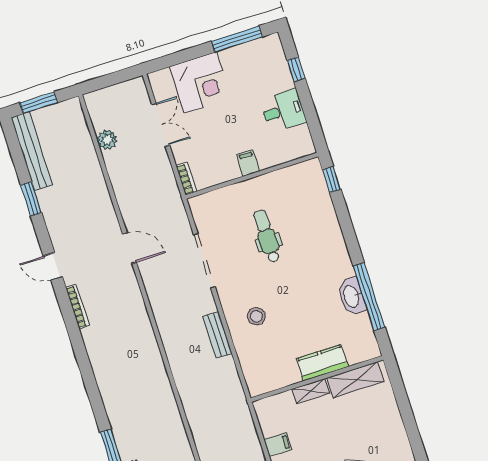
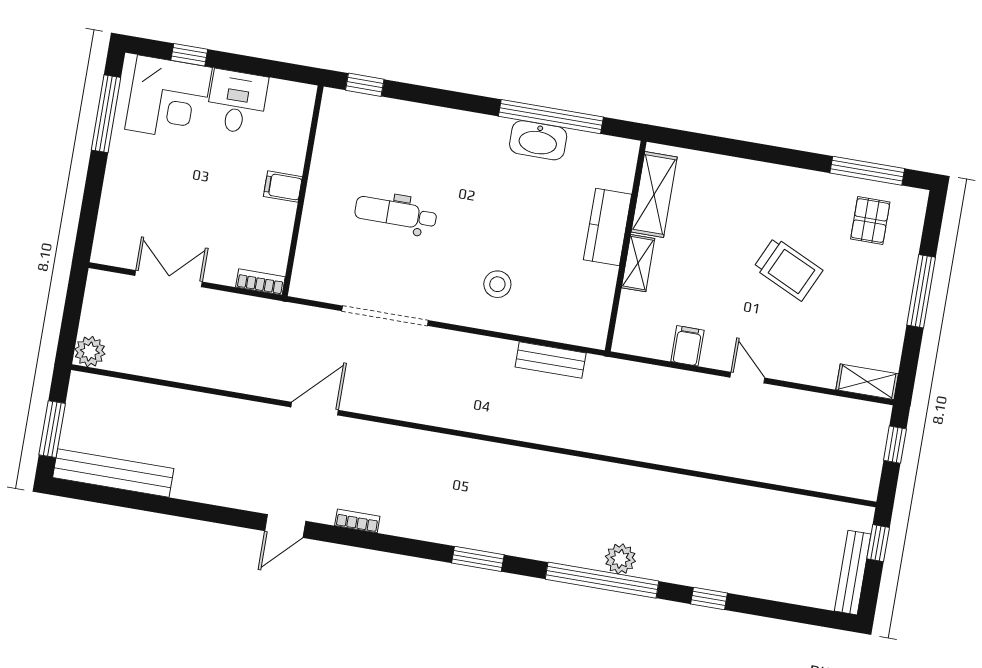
corner desk: (200, 83) -> (169, 98), moved, turned 90
plant: (107, 140) -> (90, 352), moved
window: (31, 199) -> (478, 559), moved
bookcase: (77, 306) -> (357, 521), width x0.64
bench: (217, 335) -> (551, 360), moved

